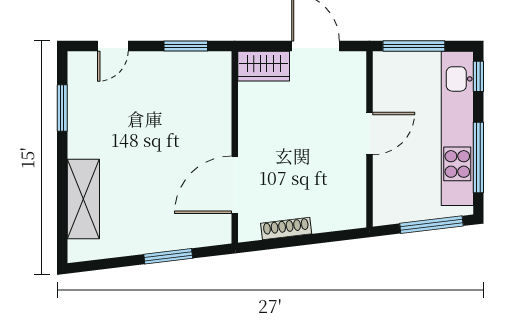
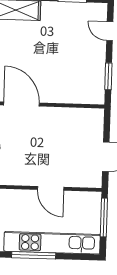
wardrobe: (264, 66) -> (94, 124), removed
window: (478, 76) -> (84, 257), removed

